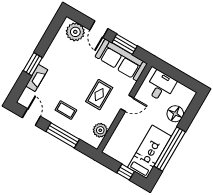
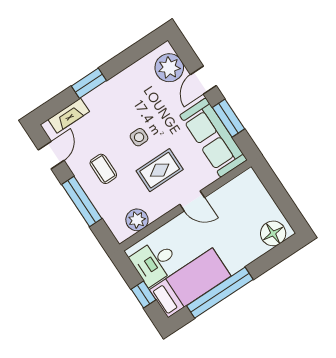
fireplace: (37, 78) -> (69, 116), moved
side table: (78, 81) -> (139, 137), added
desk: (161, 86) -> (155, 262), moved, turned 180
floor lamp: (175, 114) -> (273, 233), moved

